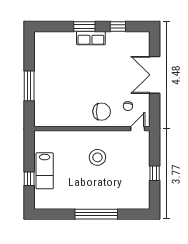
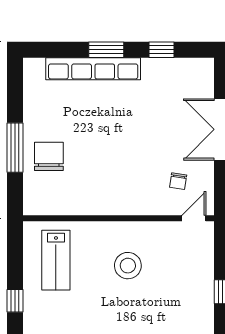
row of seats: (91, 38) -> (93, 69), width x2.02
chair: (102, 112) -> (49, 156), moved, turned -90
lab bench: (45, 171) -> (56, 260), moved

